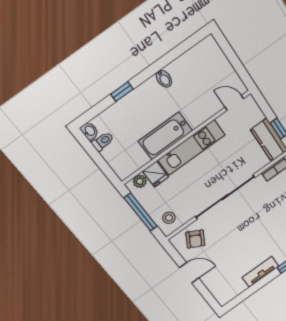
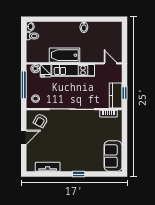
window: (122, 92) -> (59, 19), removed
tv unit: (260, 272) -> (48, 167), moved
door: (189, 273) -> (24, 137), hinge flipped

